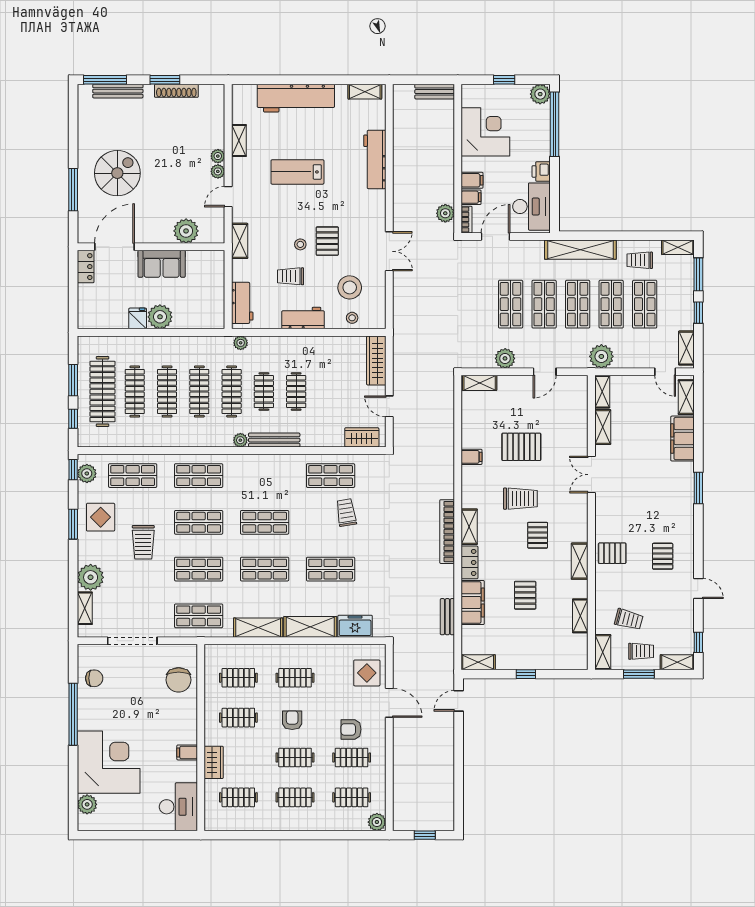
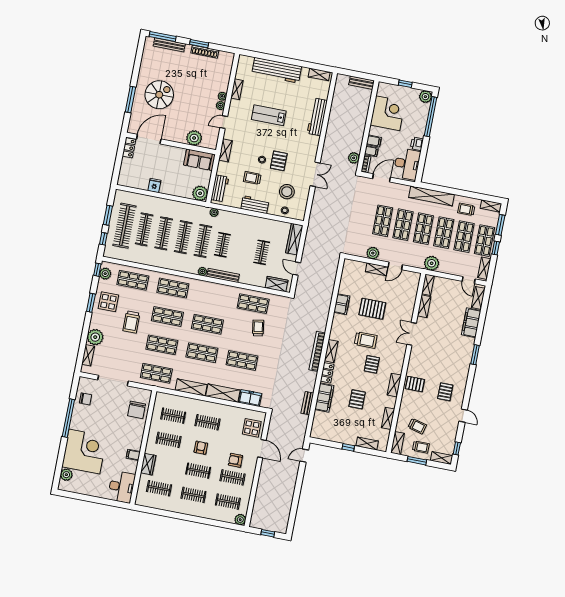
sofa: (162, 264) -> (199, 160), moved
shop shelf: (678, 304) -> (484, 241), added
plant: (160, 317) -> (200, 193), moved
shelving: (480, 383) -> (377, 269), moved
clothes rail: (296, 392) -> (262, 252), moved
filing cabinet: (472, 457) -> (342, 304), width x2.00
shelving: (478, 662) -> (367, 444), moved

